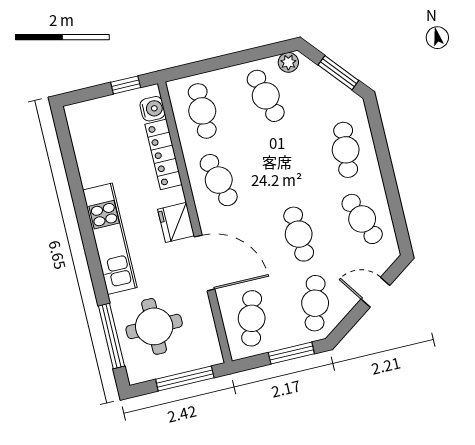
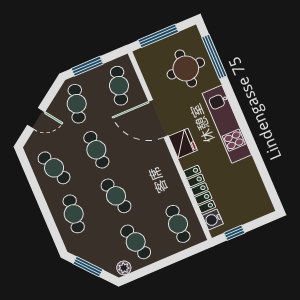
cafe table: (219, 180) -> (116, 196), moved

